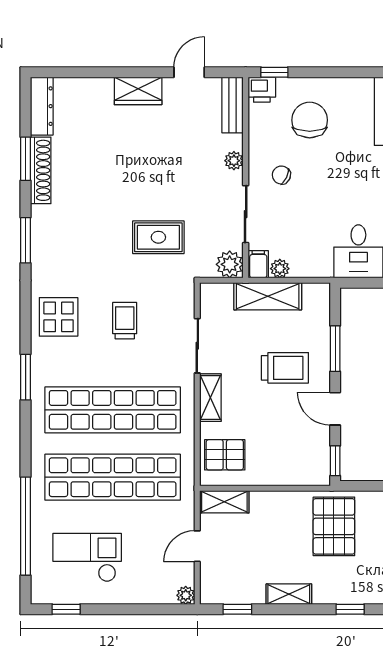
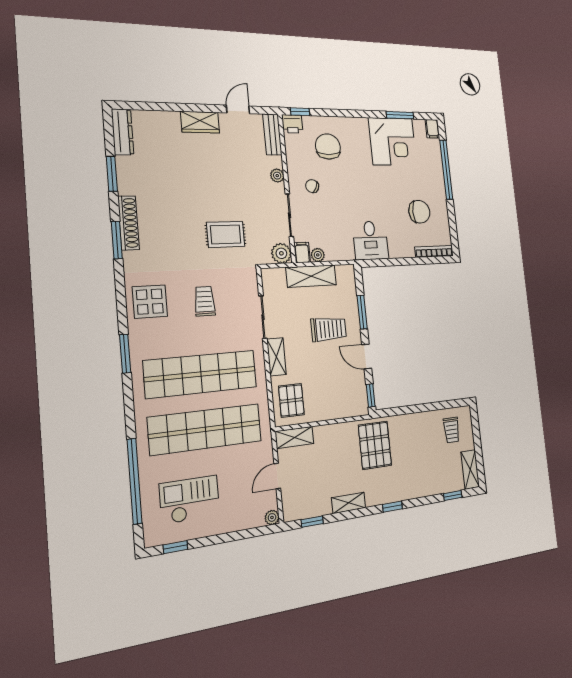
shoe rack: (41, 170) -> (129, 223), moved
pallet: (225, 455) -> (291, 400), turned 90

